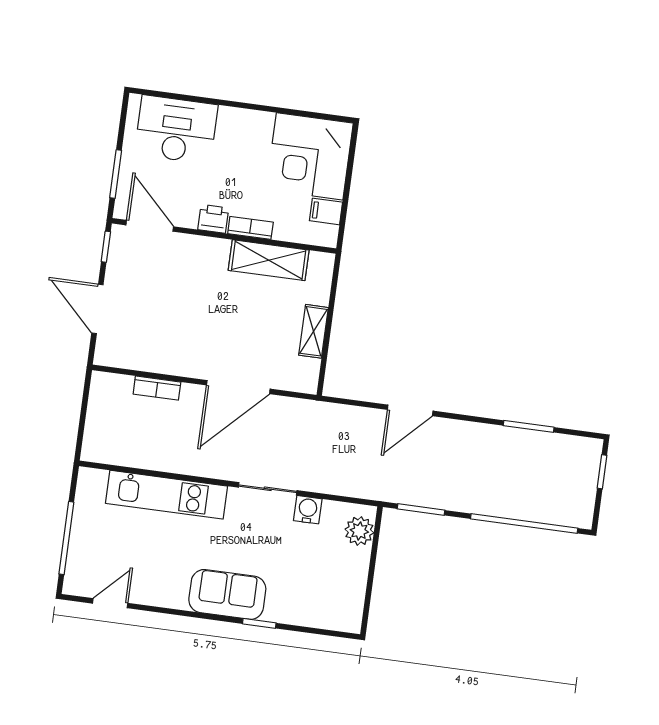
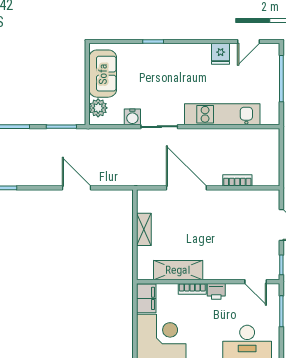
filing cabinet: (326, 211) -> (146, 298), width x2.00
door: (150, 226) -> (256, 282), width x0.73
door: (238, 387) -> (186, 188), hinge flipped
door: (410, 410) -> (77, 188), hinge flipped
fridge: (156, 590) -> (221, 54), added
sofa: (227, 594) -> (103, 74), moved, turned -90

